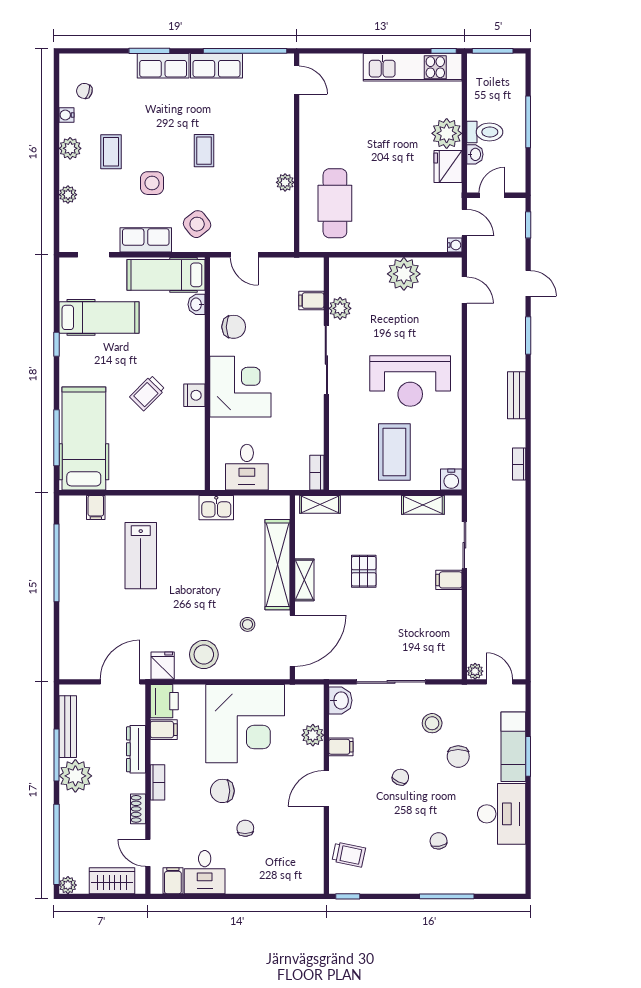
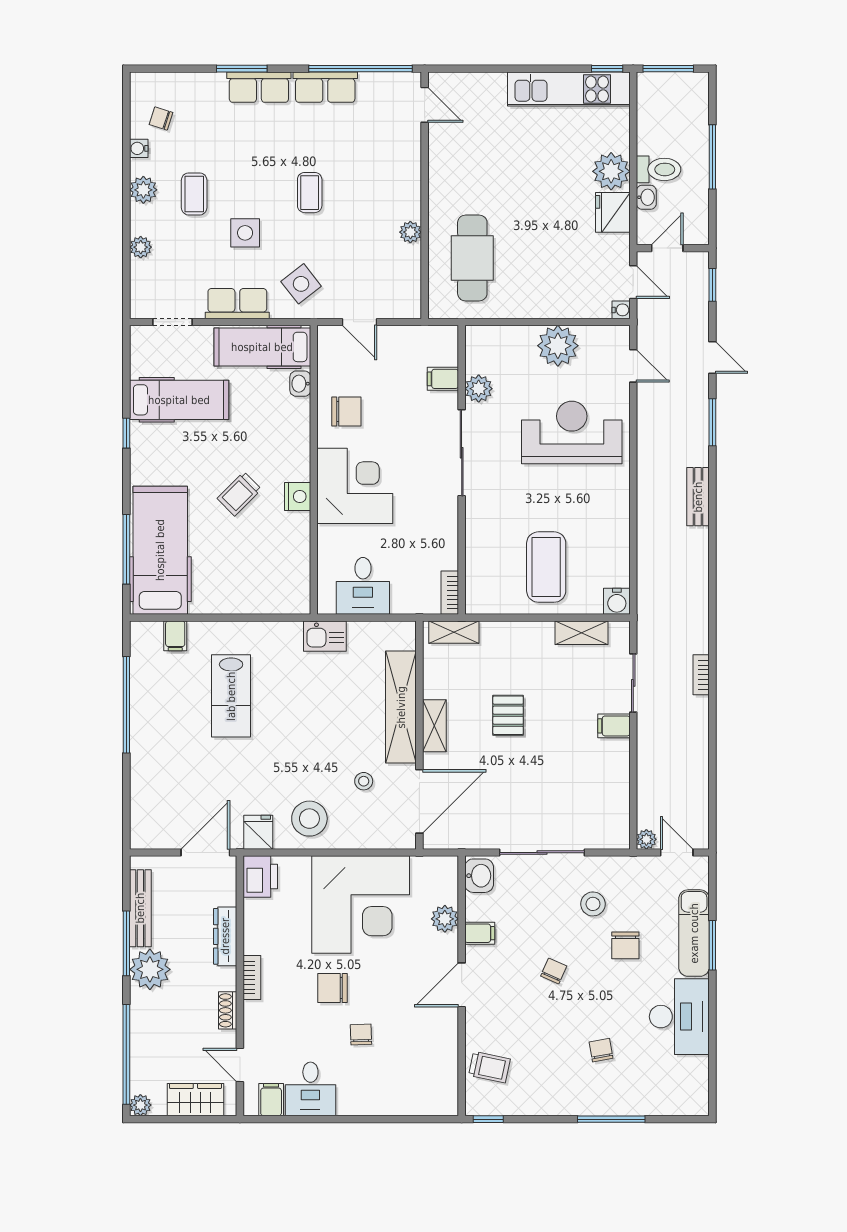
reception desk: (410, 381) -> (572, 433), moved, turned 180
bookcase: (519, 464) -> (701, 675), moved
filing cabinet: (164, 730) -> (260, 912), removed

